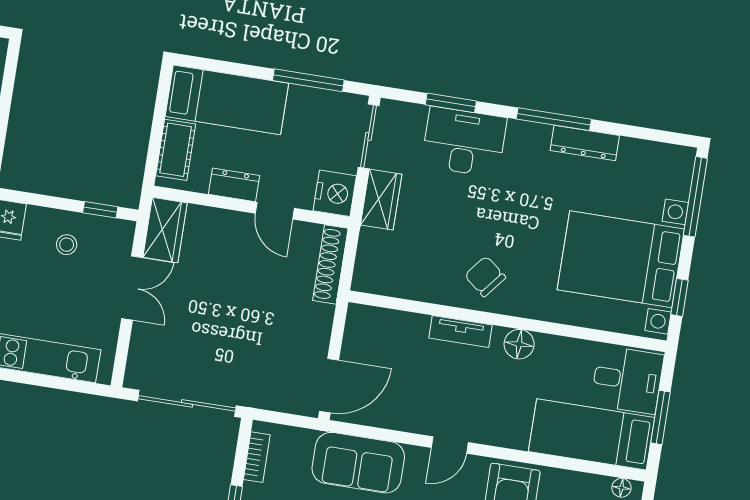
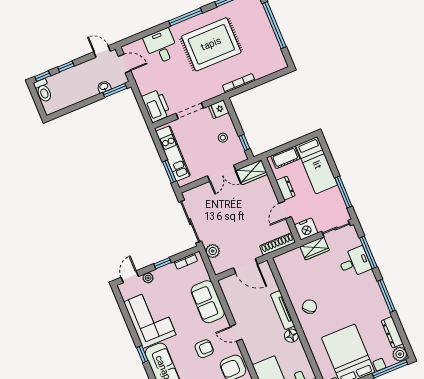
window: (451, 103) -> (368, 252), width x1.44
desk: (464, 142) -> (355, 262), width x0.73
dresser: (585, 143) -> (392, 332), moved
plant: (679, 161) -> (400, 354), added
tv unit: (460, 332) -> (282, 310), width x1.41
window: (68, 385) -> (169, 171), added
door: (329, 386) -> (246, 266), moved
plant: (268, 395) -> (213, 251), added

